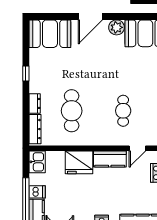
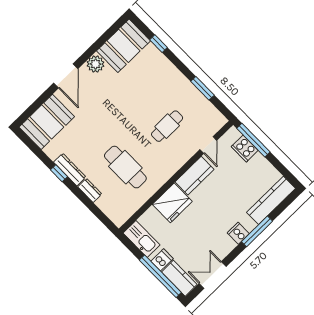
cafe table: (123, 111) -> (167, 126), turned 90
dresser: (35, 129) -> (70, 170), moved
kitchen sink: (37, 162) -> (142, 239), width x1.38

